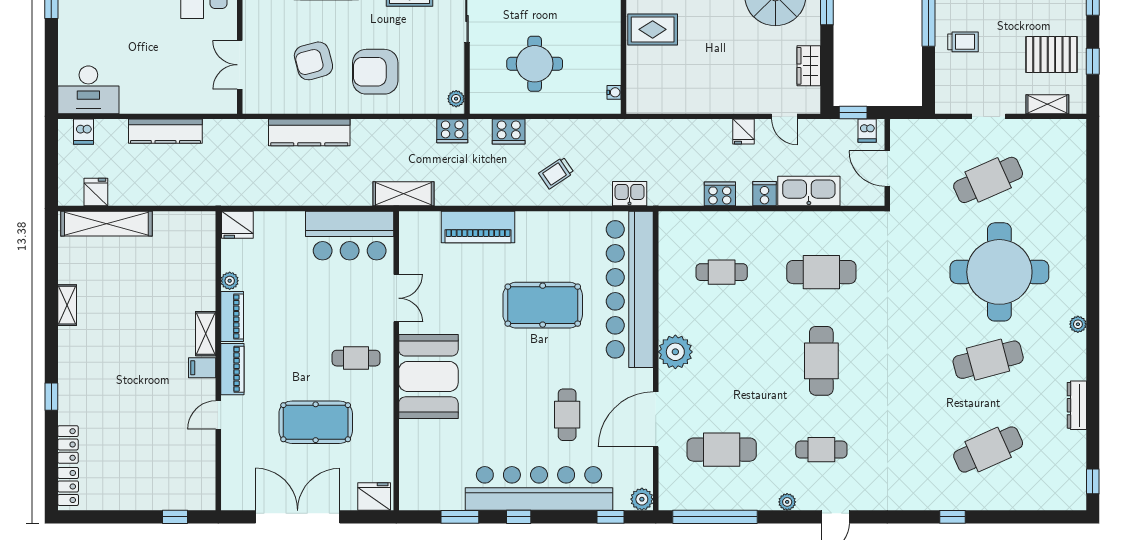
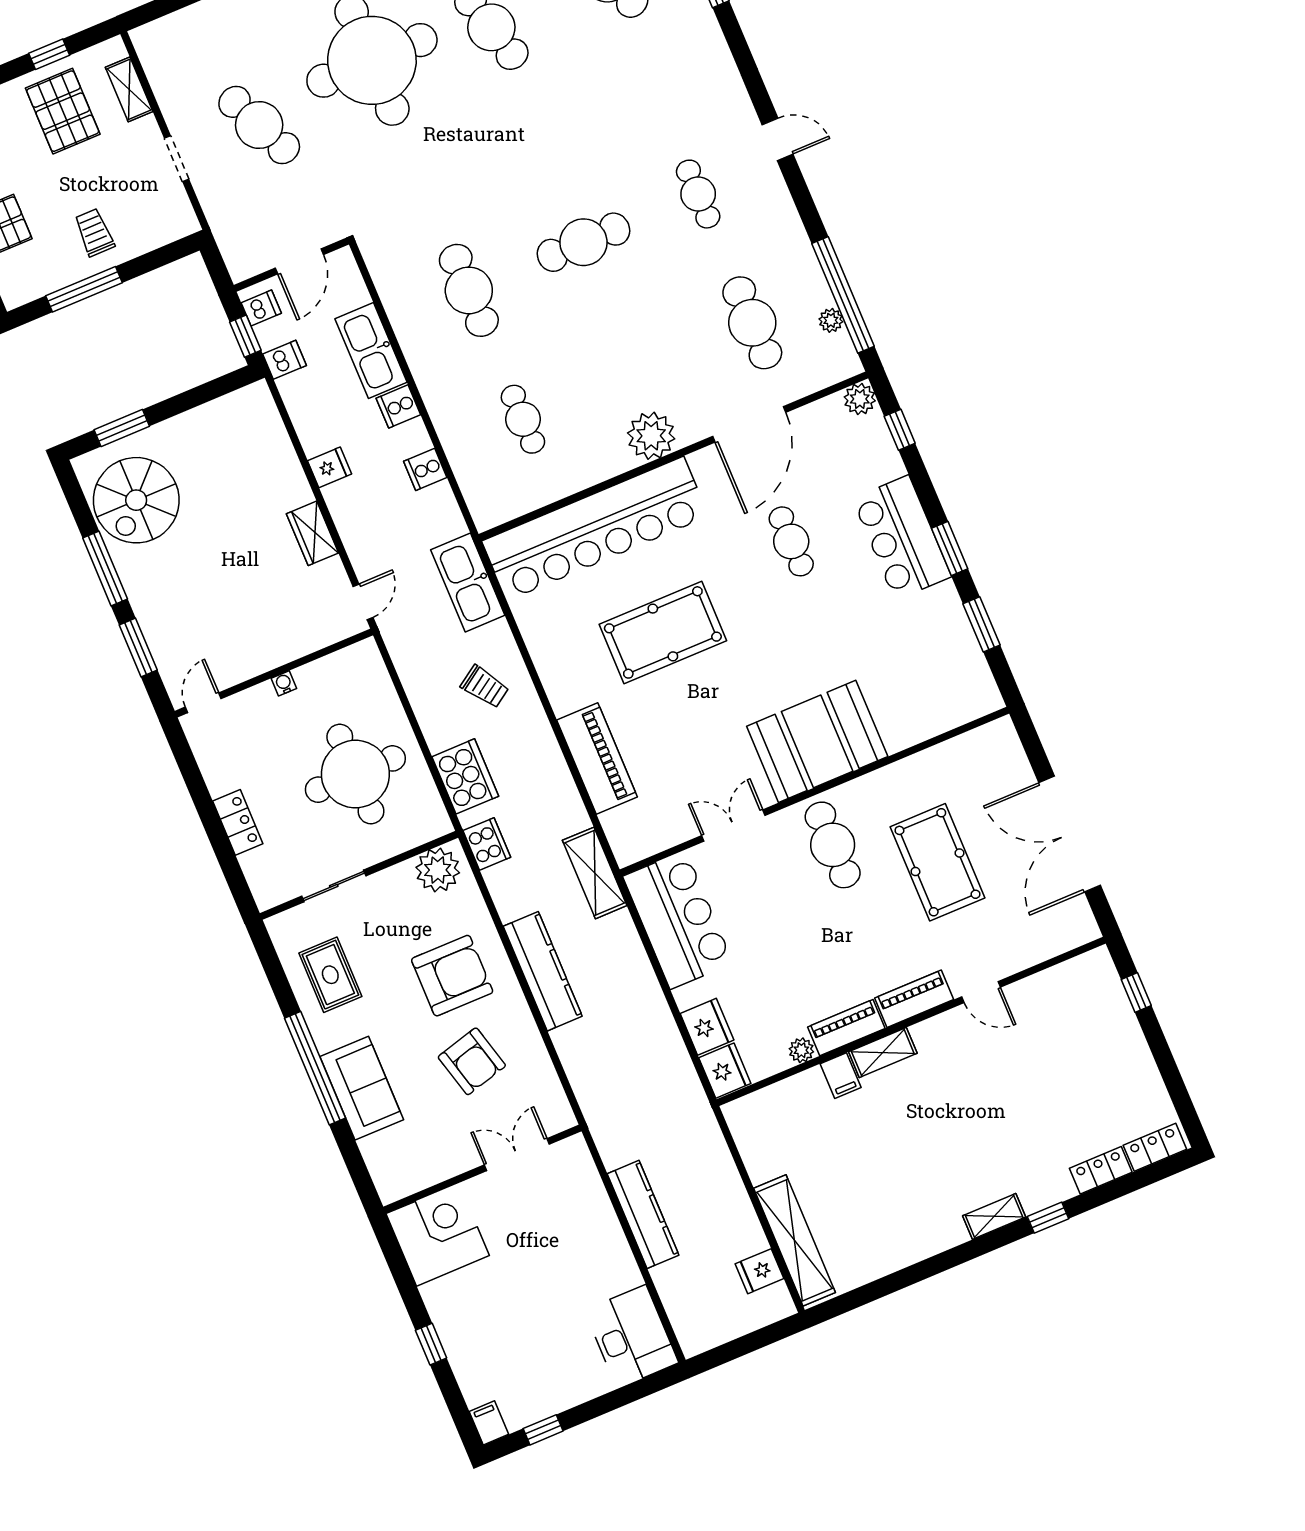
rug: (653, 29) -> (247, 640), removed
round table: (535, 64) -> (355, 774), width x1.36, depth x1.36
double door: (240, 65) -> (517, 1155), swing flipped
wardrobe: (809, 66) -> (313, 533), moved, turned 90
armchair: (375, 72) -> (452, 976), turned -90
water cooler: (614, 92) -> (284, 683), moved
plant: (456, 99) -> (438, 870), width x1.88, depth x1.88
door: (784, 116) -> (363, 602), moved
cooker: (509, 131) -> (465, 776), width x1.37, depth x1.31
dishwasher: (84, 132) -> (284, 360), moved
kitchen counter: (309, 132) -> (543, 971), moved
kitchen sink: (630, 194) -> (468, 582), width x1.88, depth x1.24
cooker: (720, 194) -> (425, 469), width x0.73
shelving: (67, 305) -> (994, 1216), moved
pool table: (543, 305) -> (663, 632), turned 90
cafe table: (356, 358) -> (833, 845), width x1.37, depth x1.35
filing cabinet: (202, 368) -> (841, 1076), moved
cafe table: (567, 415) -> (791, 541), turned 90
door: (656, 419) -> (749, 424), hinge flipped
bar counter: (539, 488) -> (902, 538), width x0.54
fridge: (374, 497) -> (707, 1027), moved, turned 180
plant: (787, 502) -> (831, 320), moved
window: (519, 517) -> (950, 549), width x1.50

